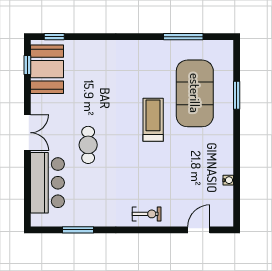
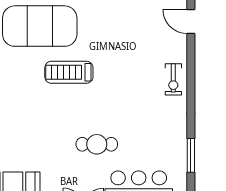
exercise bike: (147, 214) -> (173, 79), turned 180

